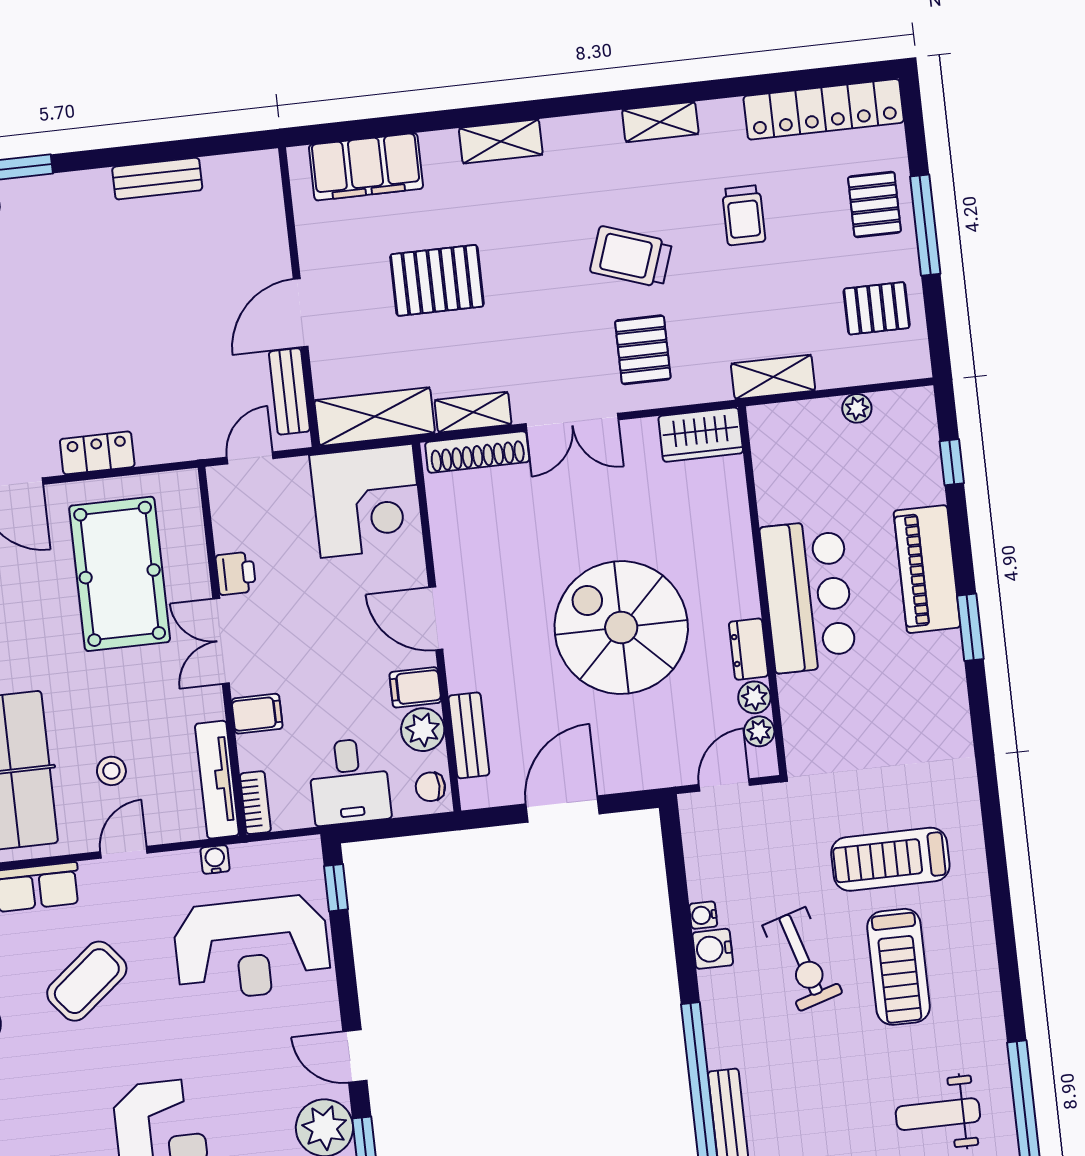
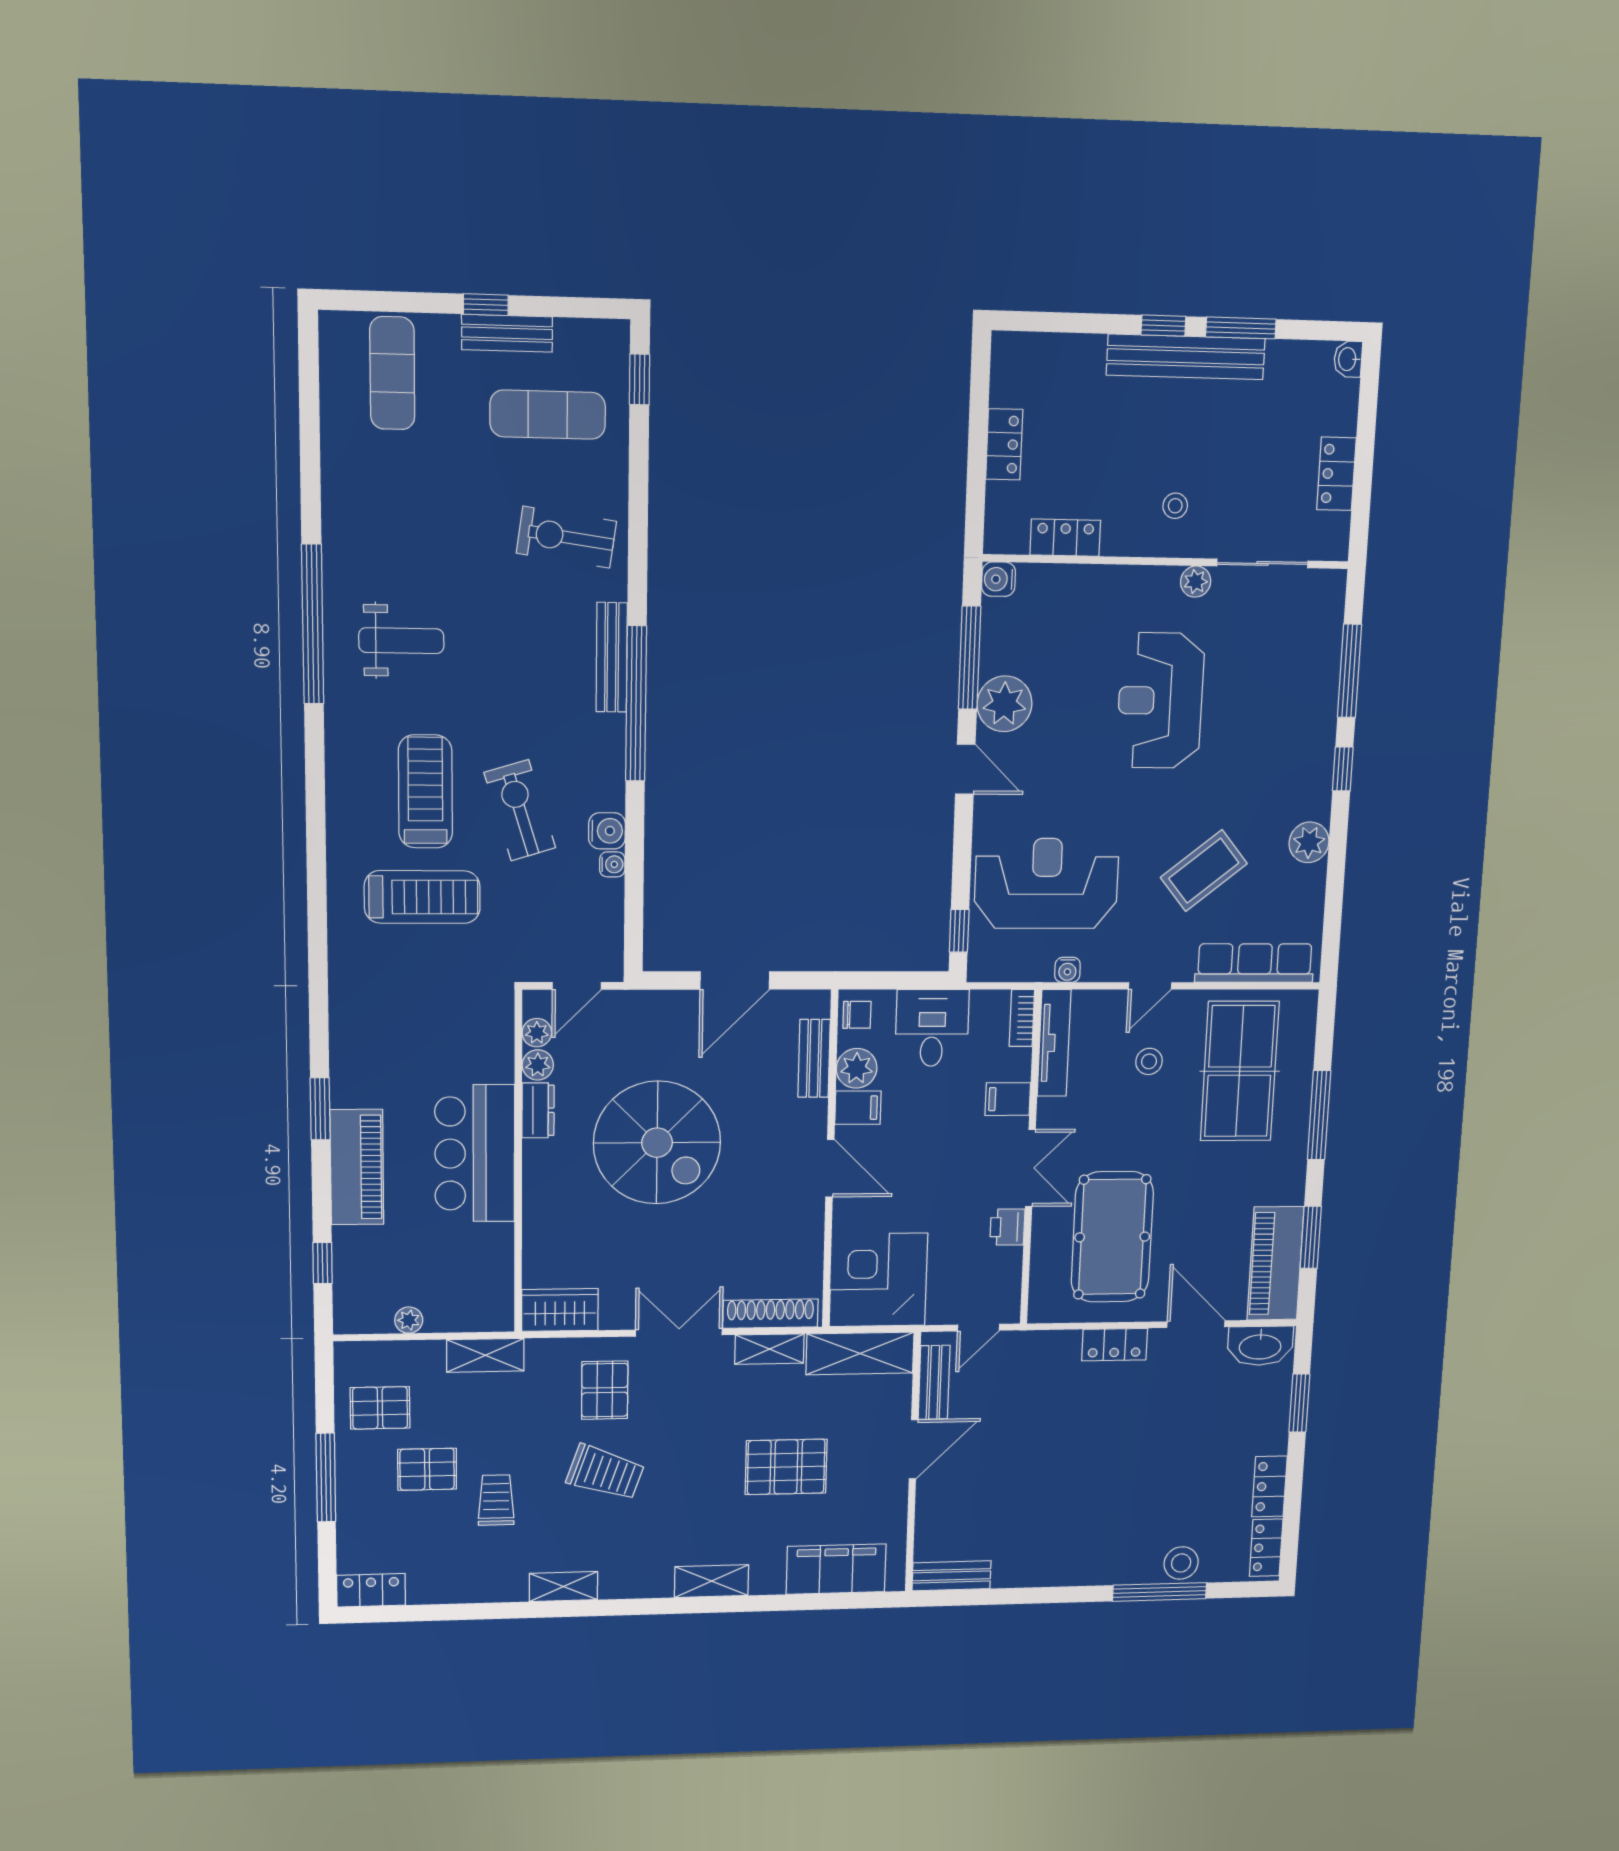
locker: (824, 109) -> (371, 1590), width x0.46, depth x0.83
bench: (157, 179) -> (951, 1576), moved
pallet: (874, 205) -> (427, 1469), moved, turned 90

